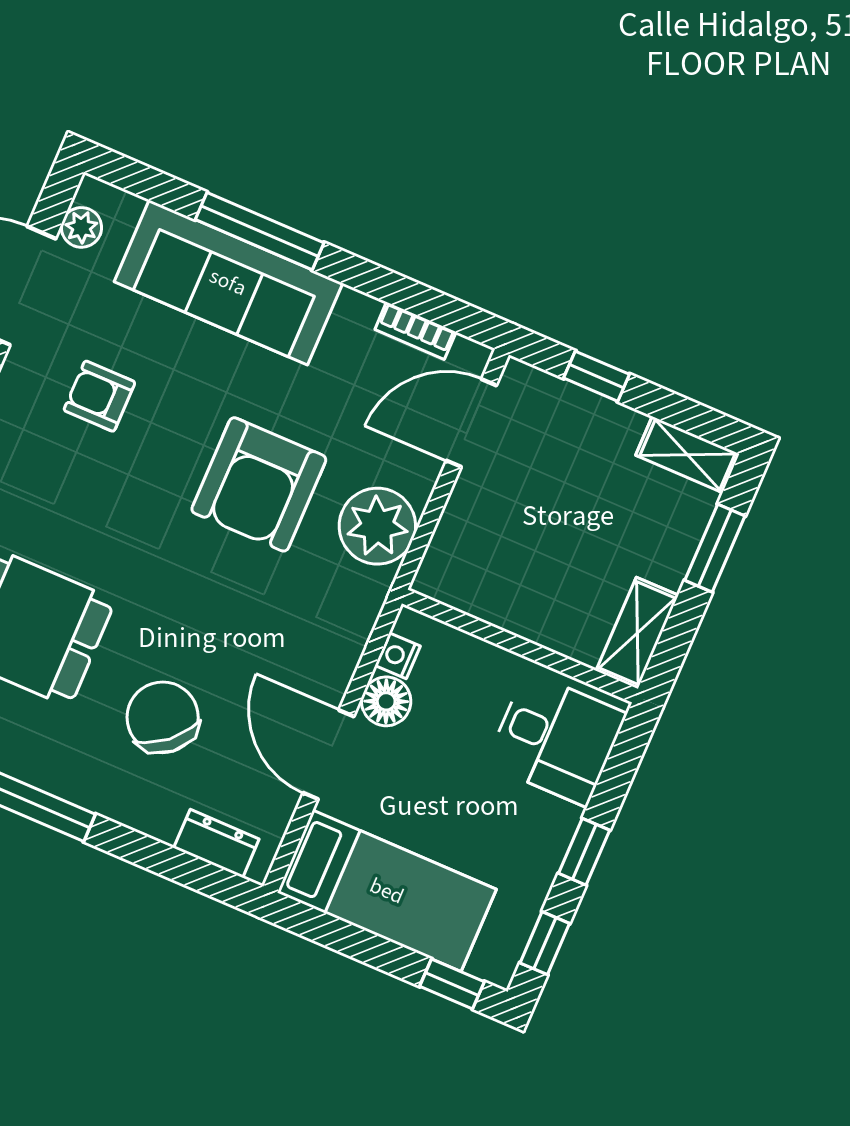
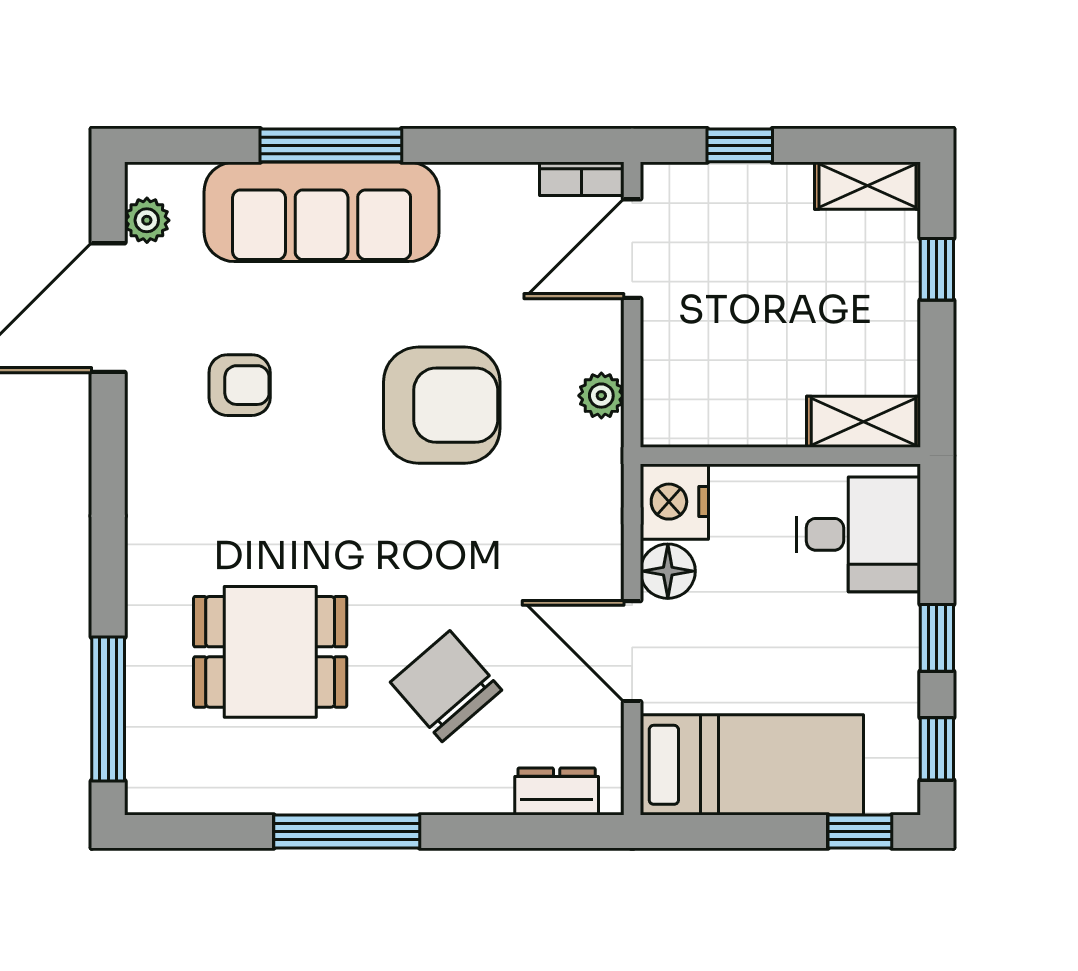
bookcase: (415, 331) -> (582, 179), moved
armchair: (99, 396) -> (240, 385), turned 180
armchair: (259, 484) -> (442, 405), turned -90
plant: (377, 526) -> (601, 396), width x0.53, depth x0.53
window: (715, 548) -> (937, 269), width x0.67
shelving: (637, 633) -> (863, 422), moved, turned 90
nightstand: (398, 656) -> (674, 502), width x1.89, depth x1.79

